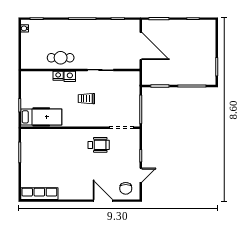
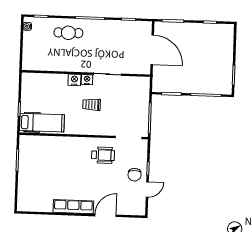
cafe table: (61, 58) -> (68, 33), moved
nightstand: (58, 76) -> (87, 80), moved
chair: (126, 188) -> (135, 175), moved
row of seats: (39, 194) -> (73, 207), moved
door: (103, 201) -> (106, 215), hinge flipped

